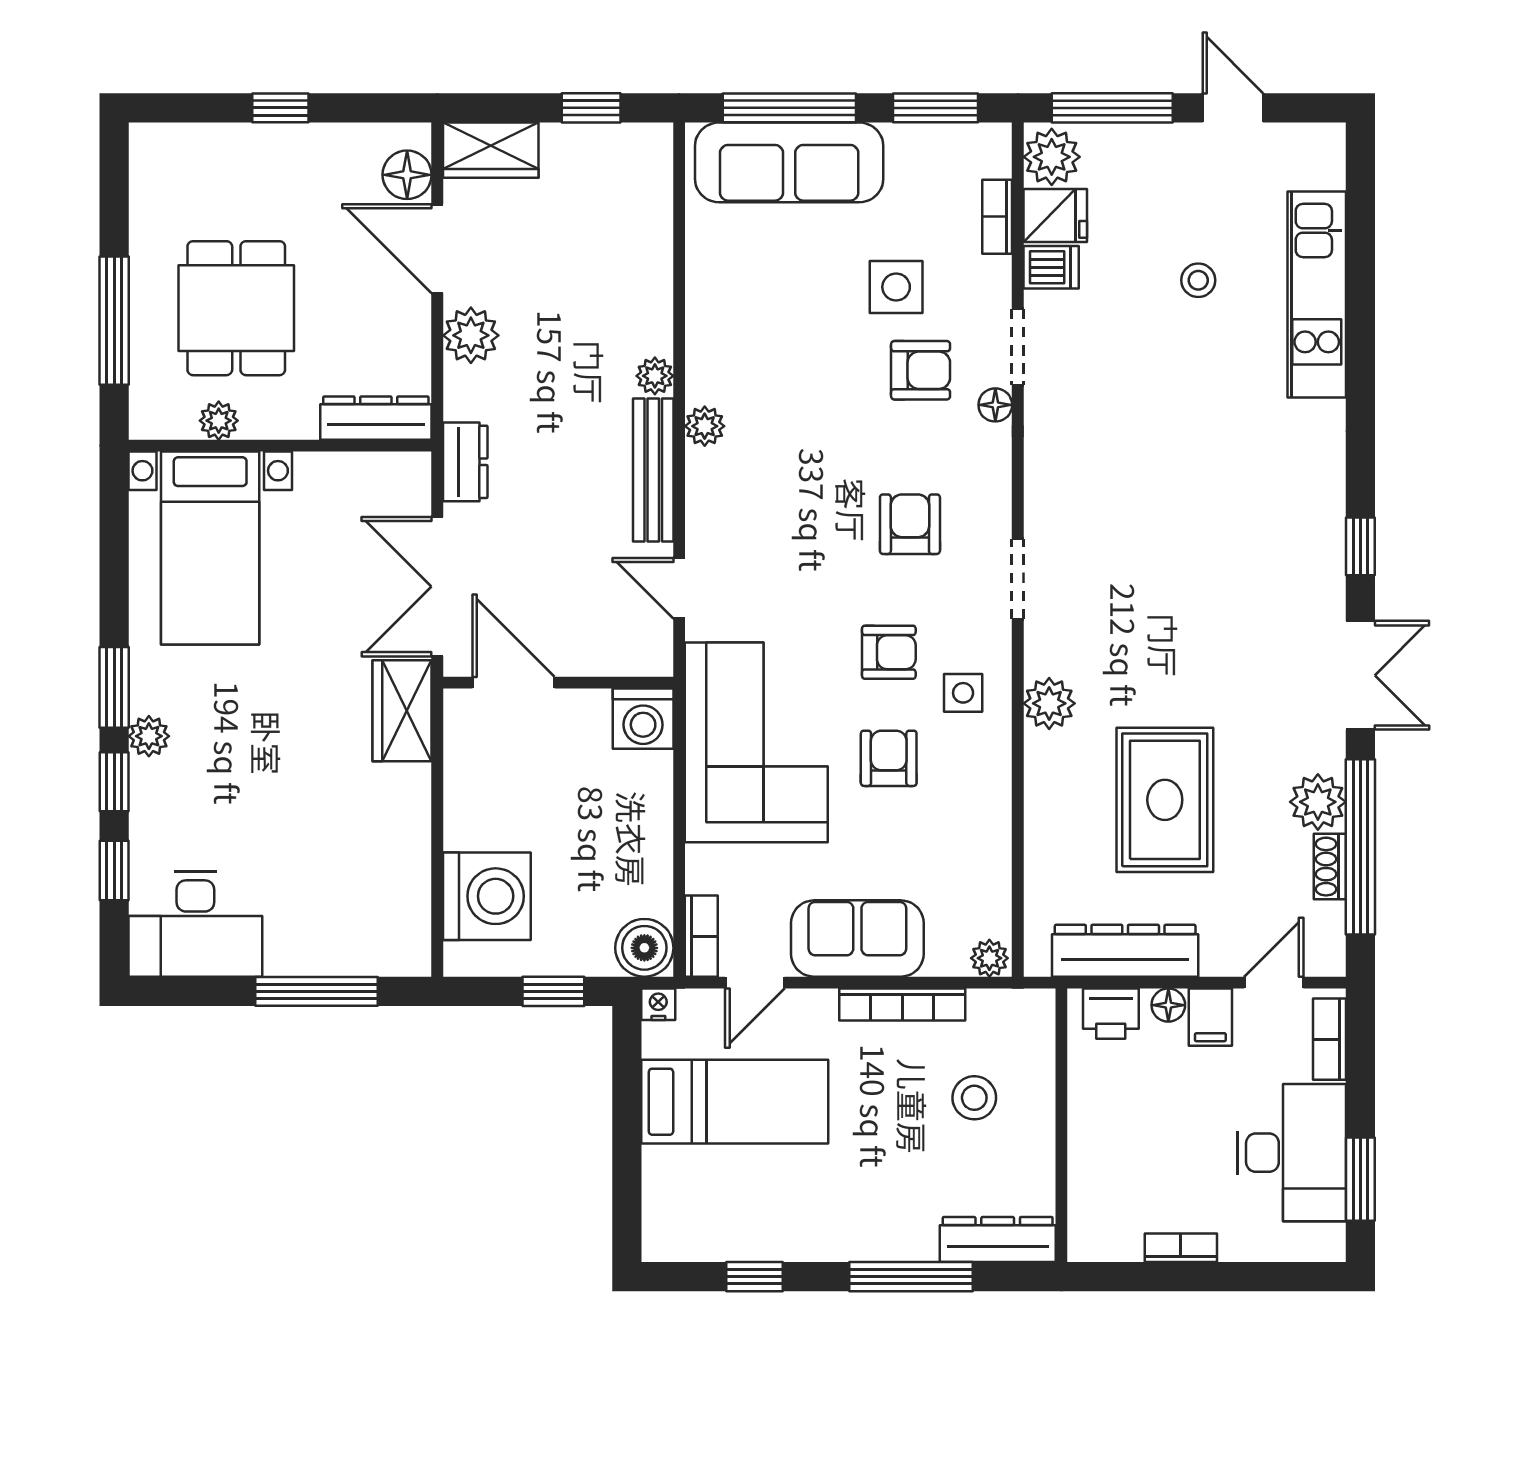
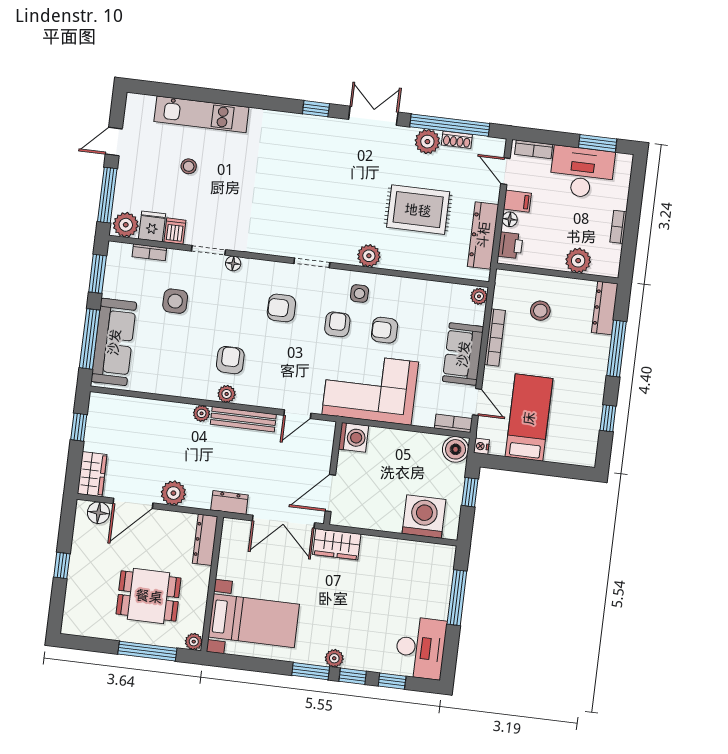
armchair: (921, 370) -> (230, 360), moved
plant: (219, 421) -> (194, 642), moved
plant: (1095, 1168) -> (578, 261), added

